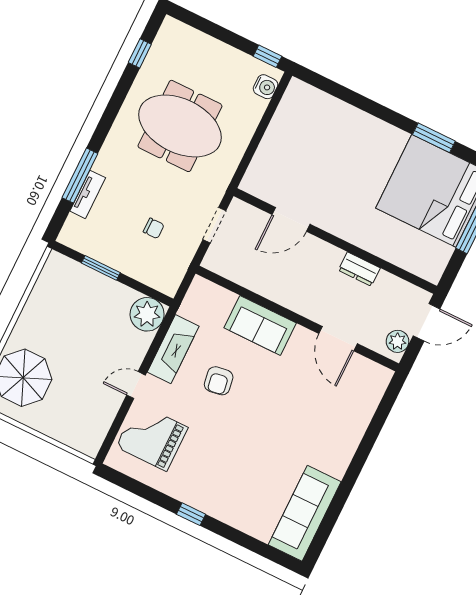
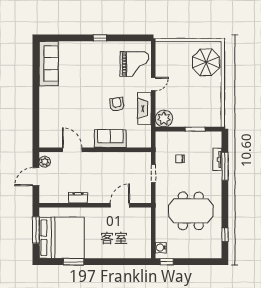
door: (291, 219) -> (120, 205), moved
wall: (335, 241) -> (95, 205), moved
dresser: (359, 269) -> (78, 198), moved

